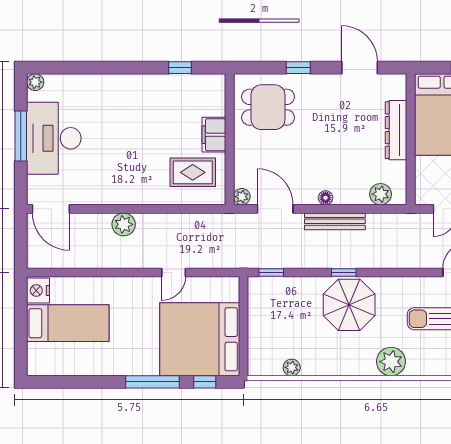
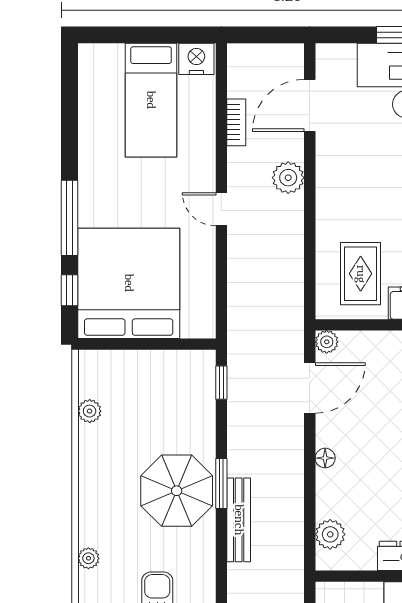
door: (51, 209) -> (310, 105), moved
bench: (335, 221) -> (239, 520), moved
bookcase: (84, 262) -> (236, 122), added
door: (174, 273) -> (221, 209), moved
window: (344, 273) -> (221, 483), width x1.50
plant: (391, 362) -> (88, 558), width x0.53, depth x0.53

